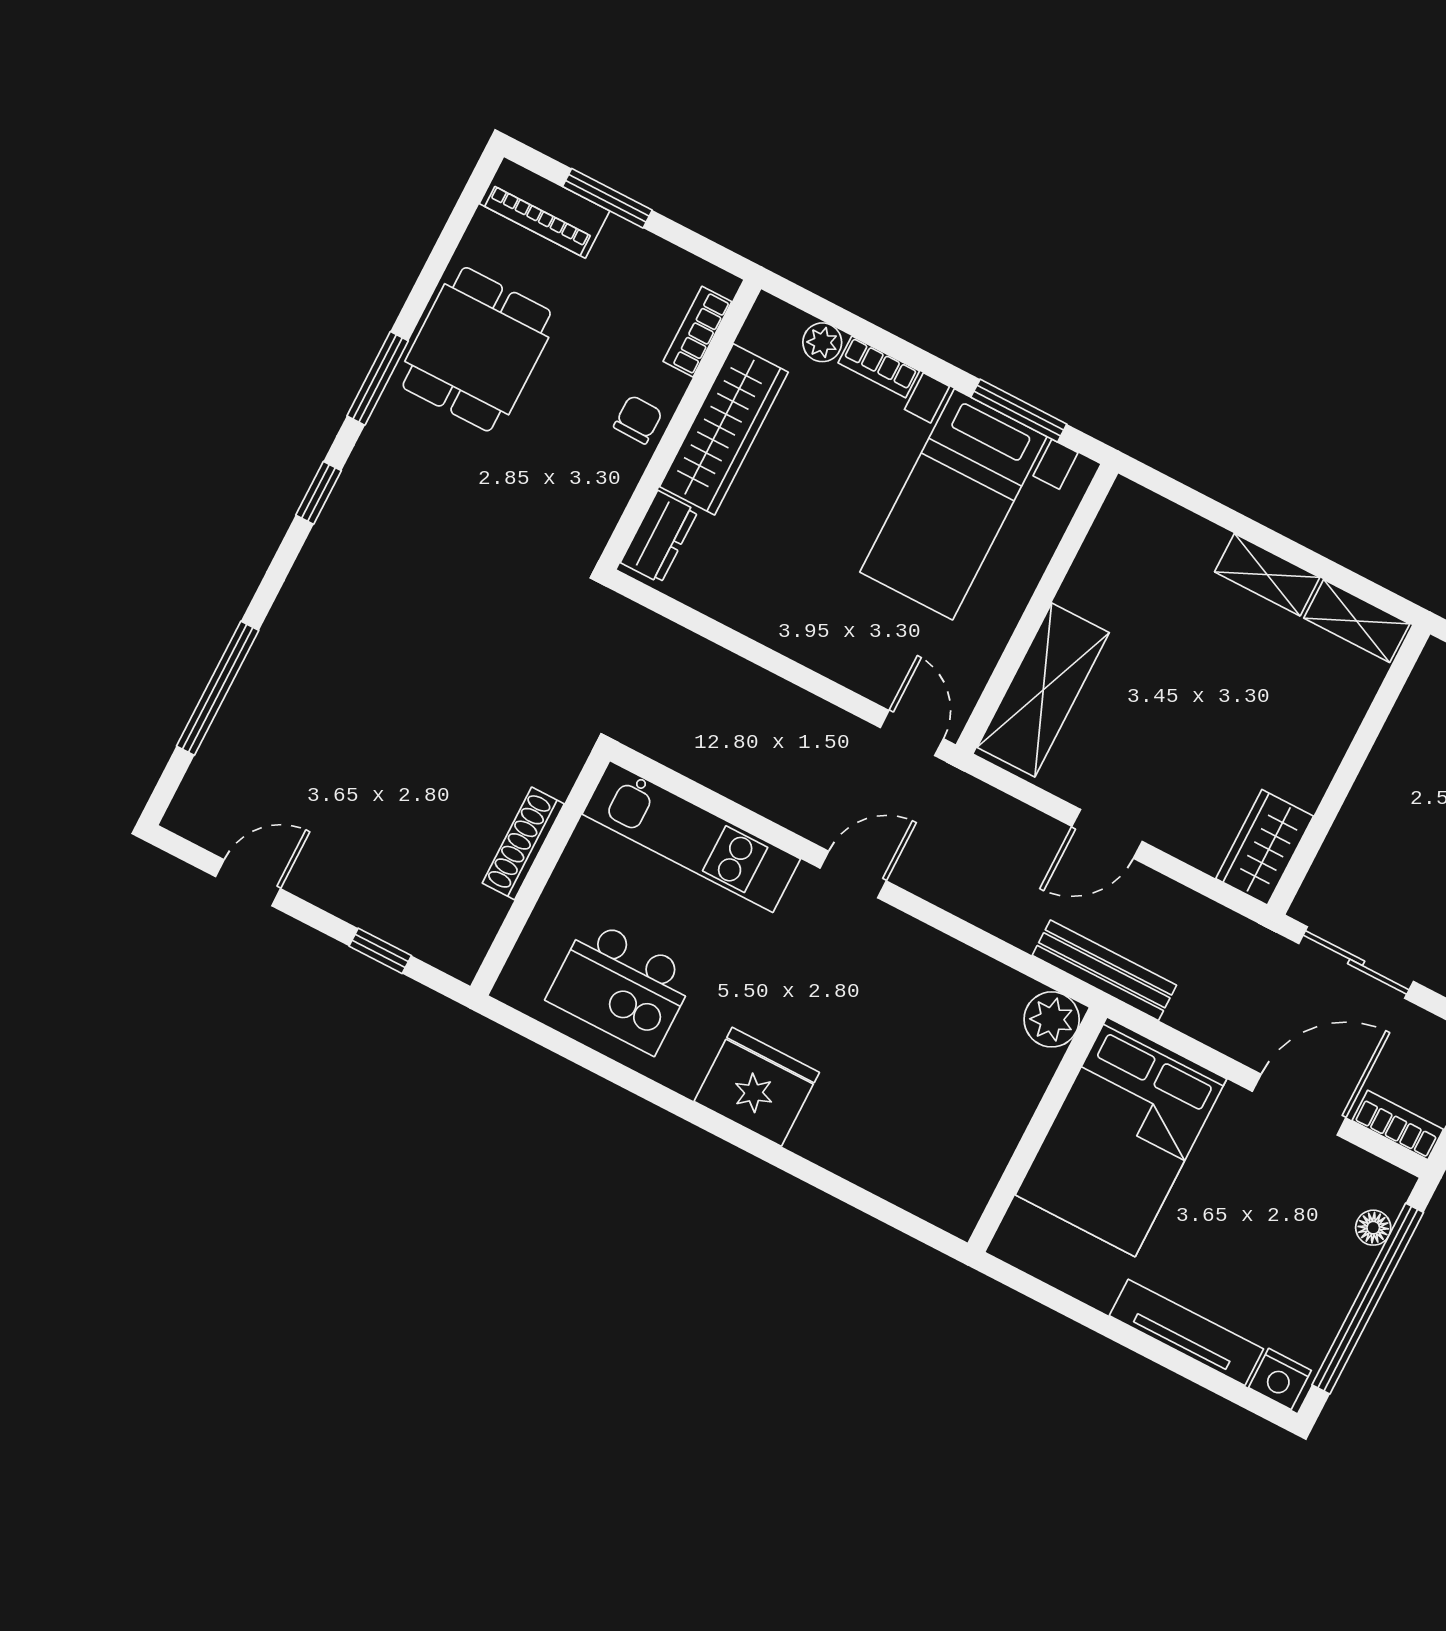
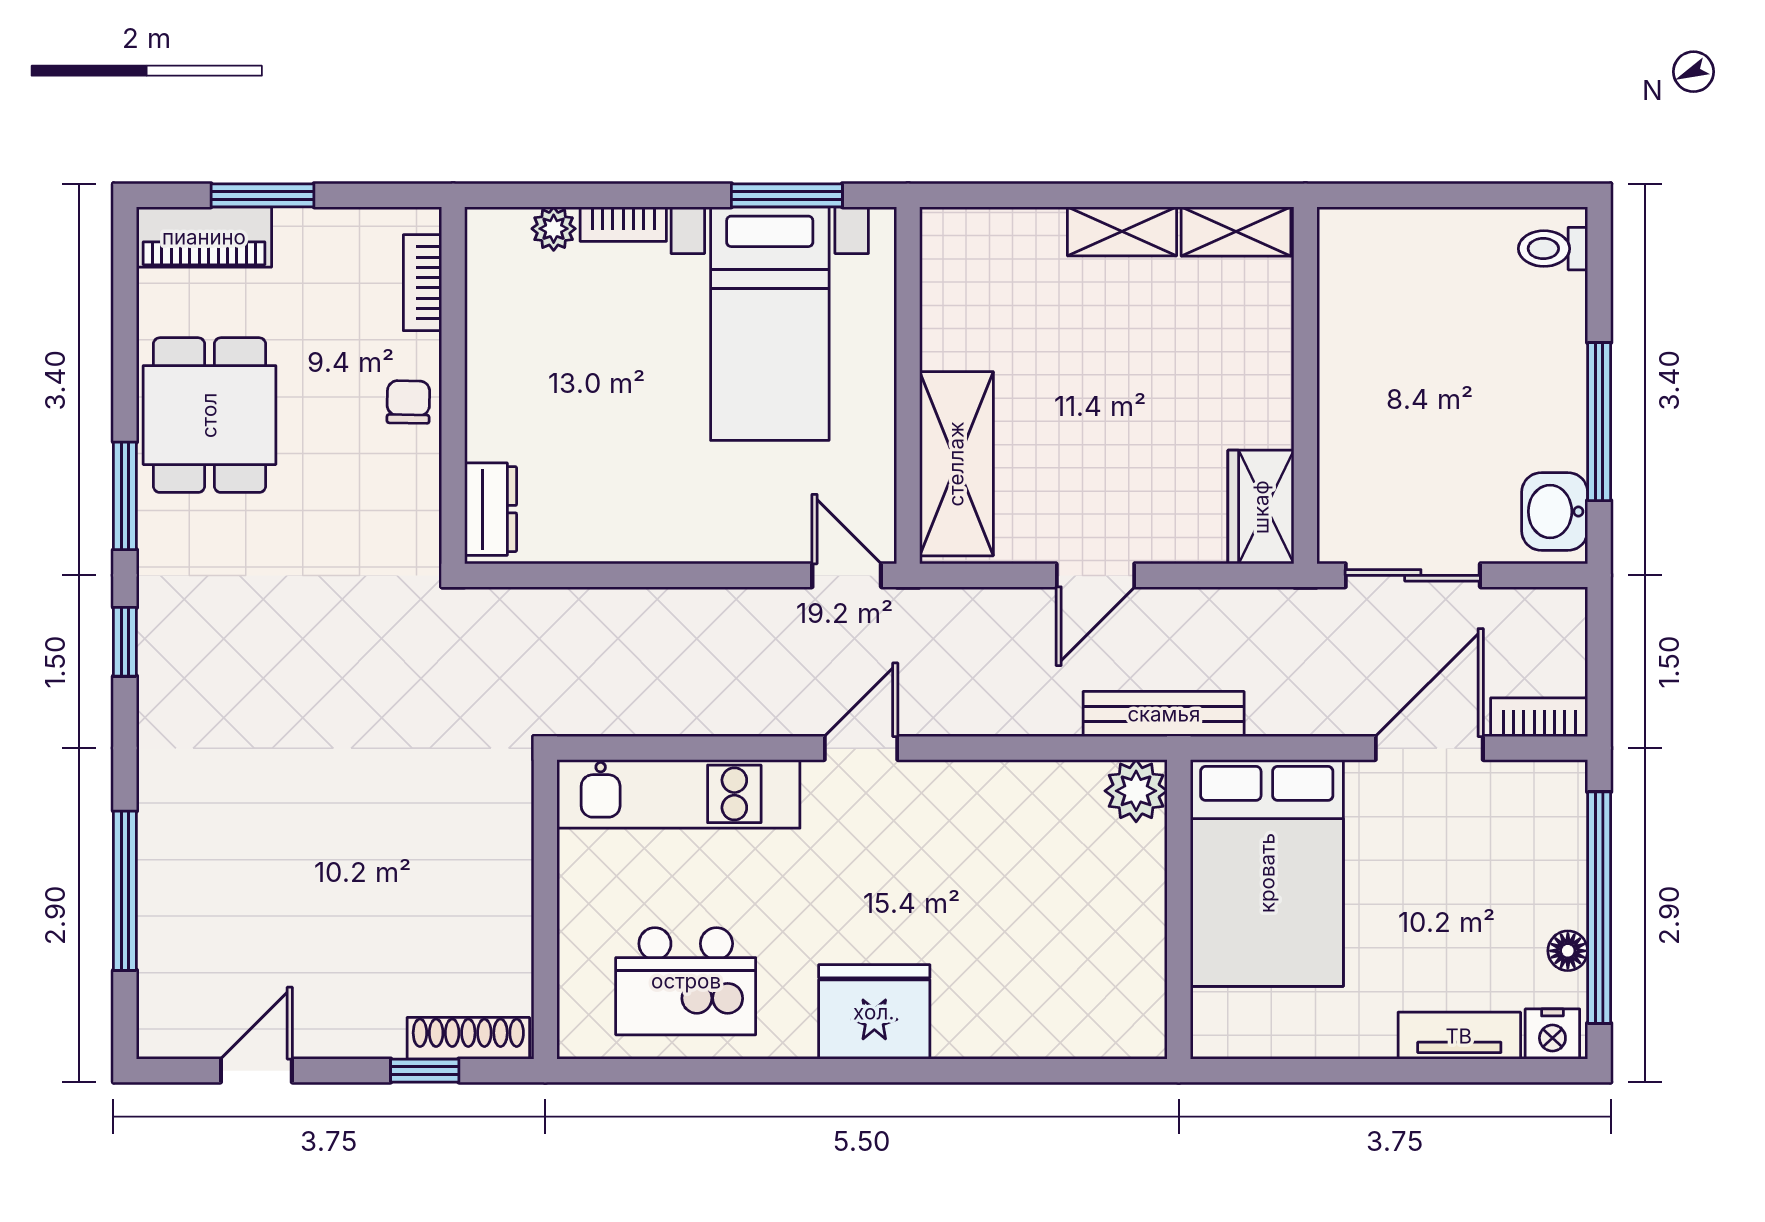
wardrobe: (724, 429) -> (500, 367), removed
shoe rack: (523, 843) -> (468, 1038), moved, turned 90
floor lamp: (1373, 1228) -> (1568, 951), moved
tv unit: (1186, 1332) -> (1459, 1036), width x0.71

